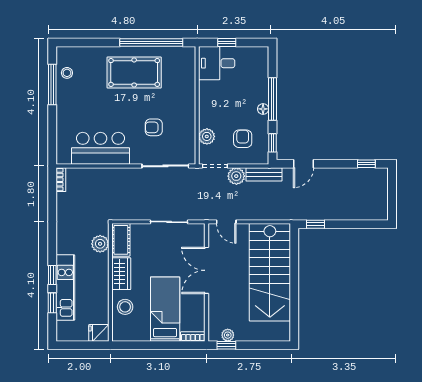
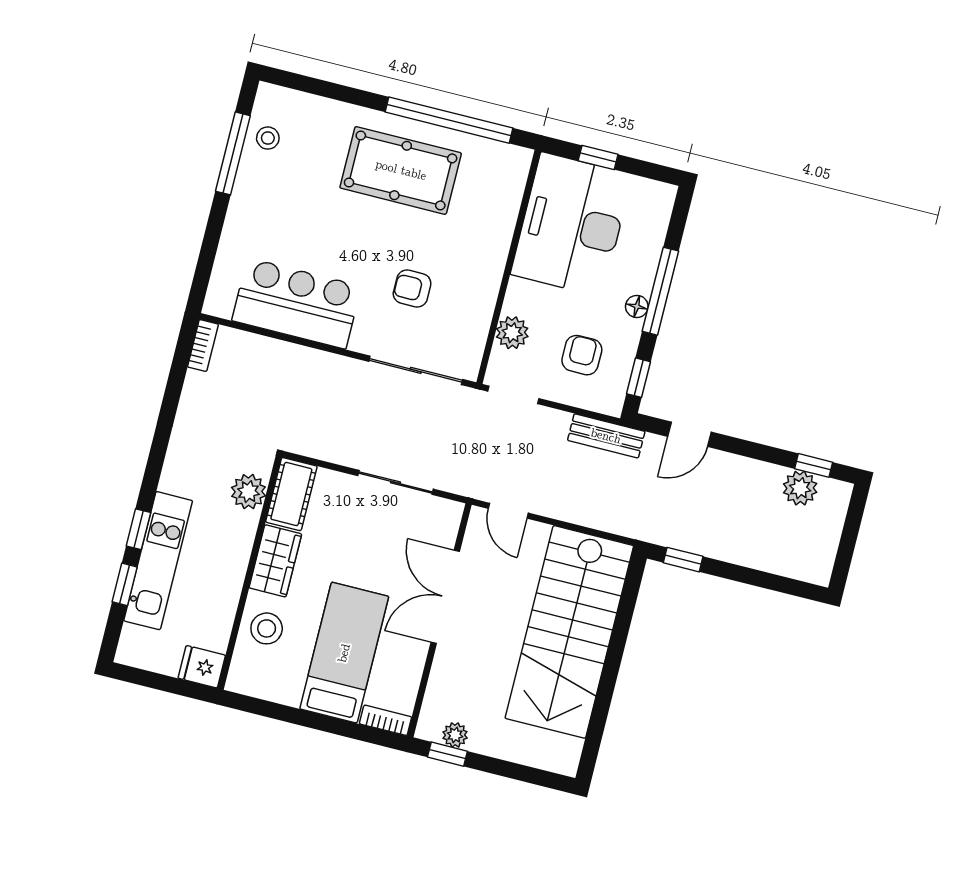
desk: (217, 63) -> (572, 224), width x1.87, depth x1.30
plant: (236, 176) -> (800, 488), moved

